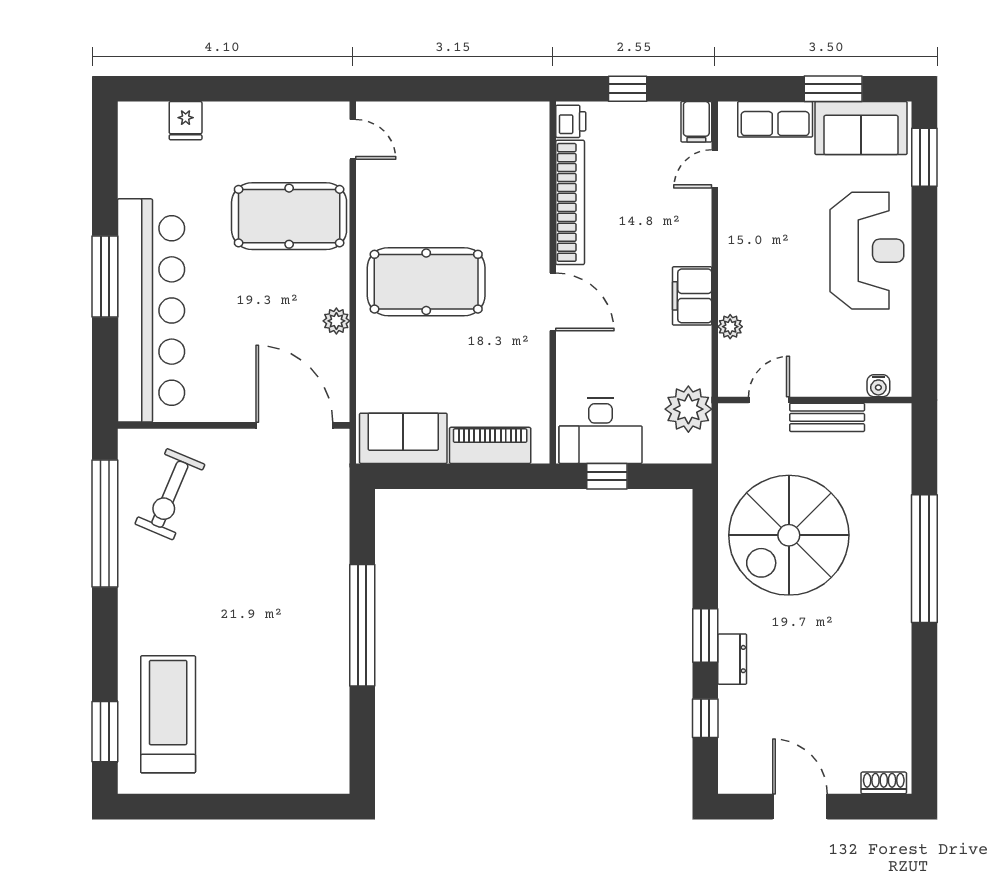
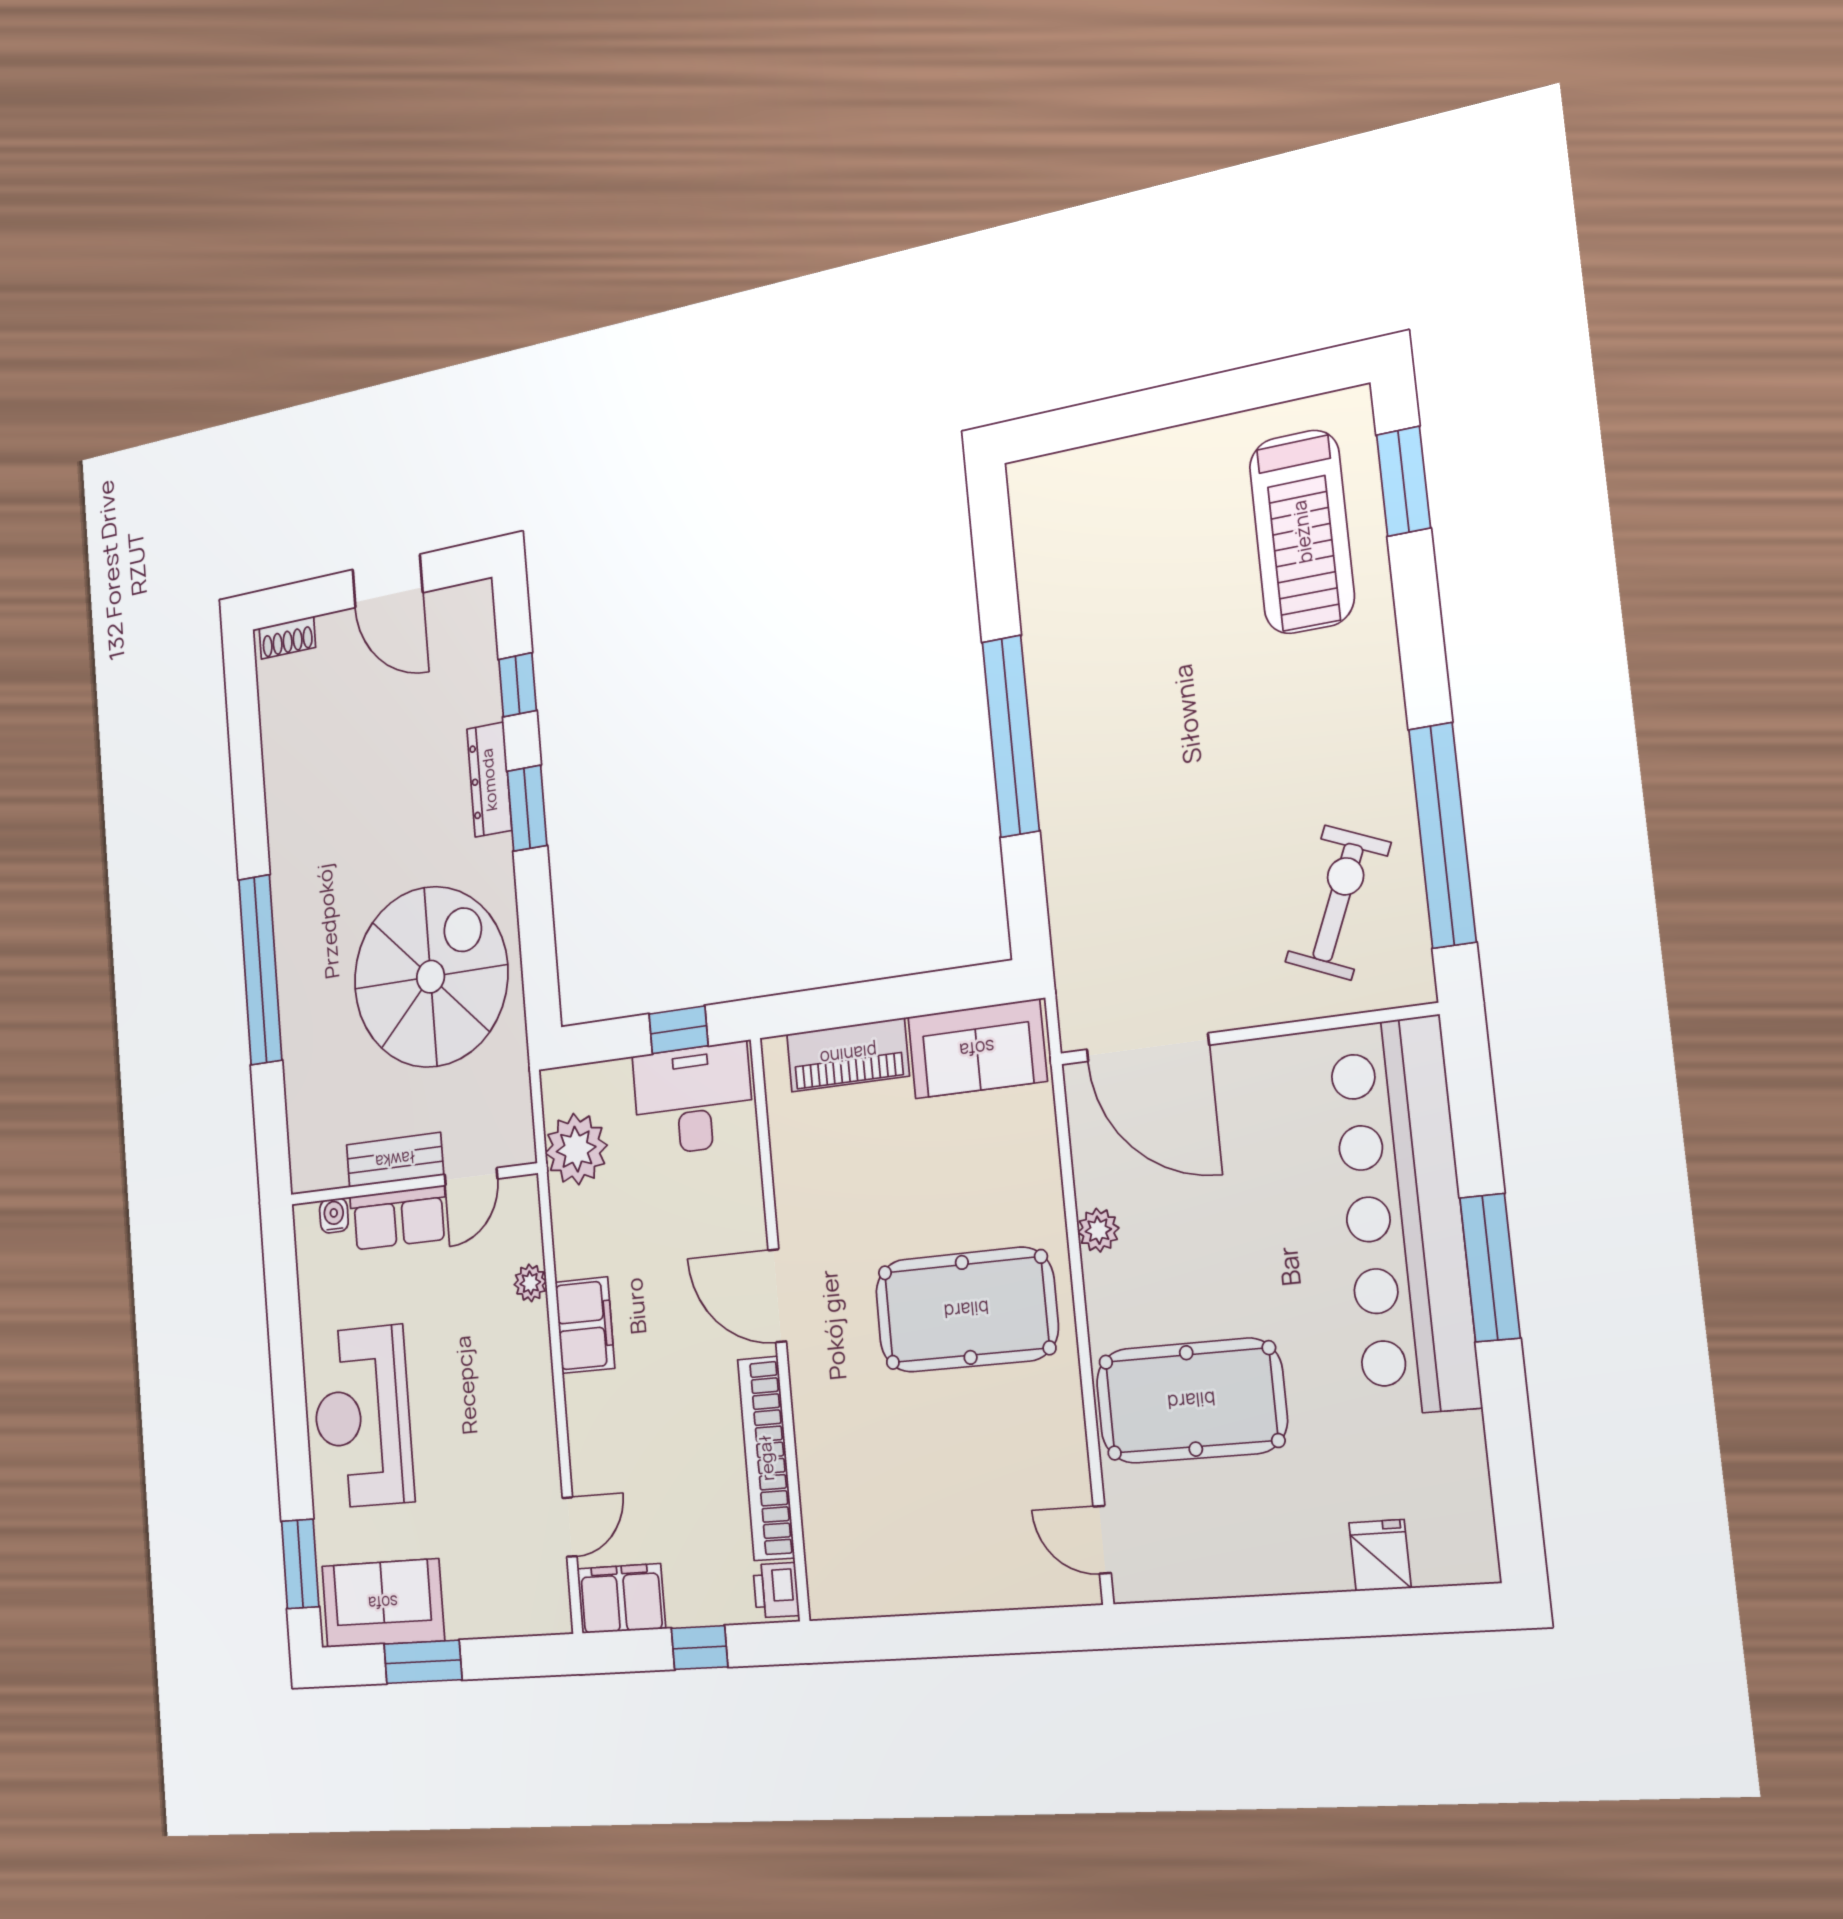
row of seats: (775, 119) -> (399, 1218), moved, turned 180
filing cabinet: (696, 122) -> (621, 1599), width x2.00
dresser: (732, 659) -> (489, 780), width x1.44

